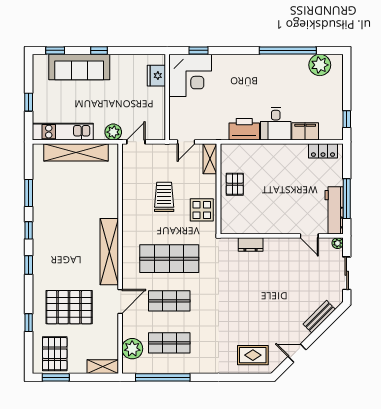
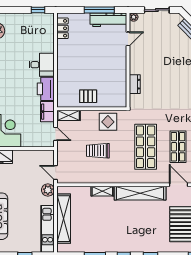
filing cabinet: (305, 131) -> (47, 112), moved
shelving: (112, 203) -> (102, 191), added

